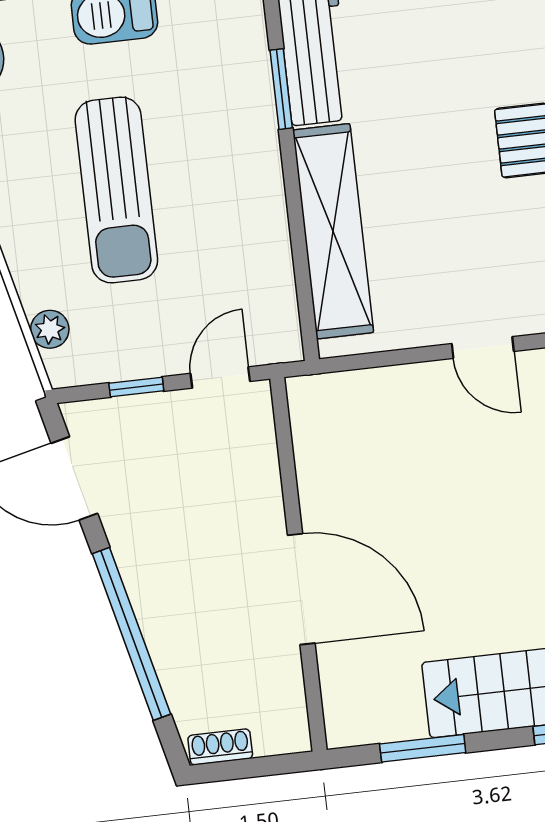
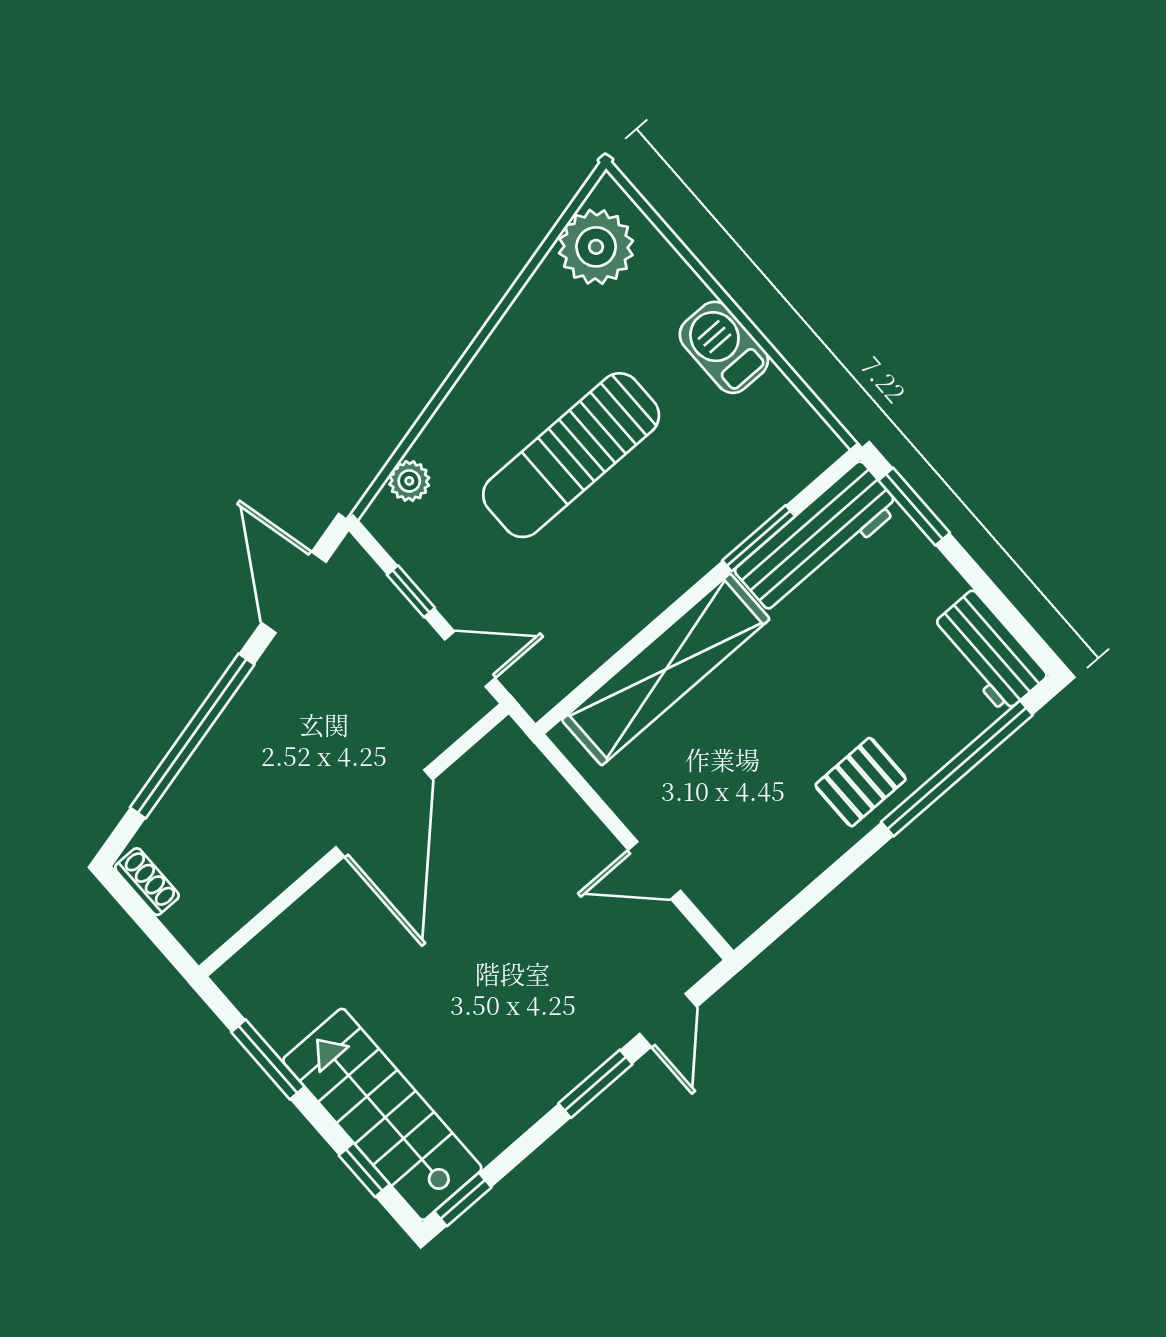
door: (483, 348) -> (654, 870), hinge flipped
door: (301, 589) -> (384, 813), moved

